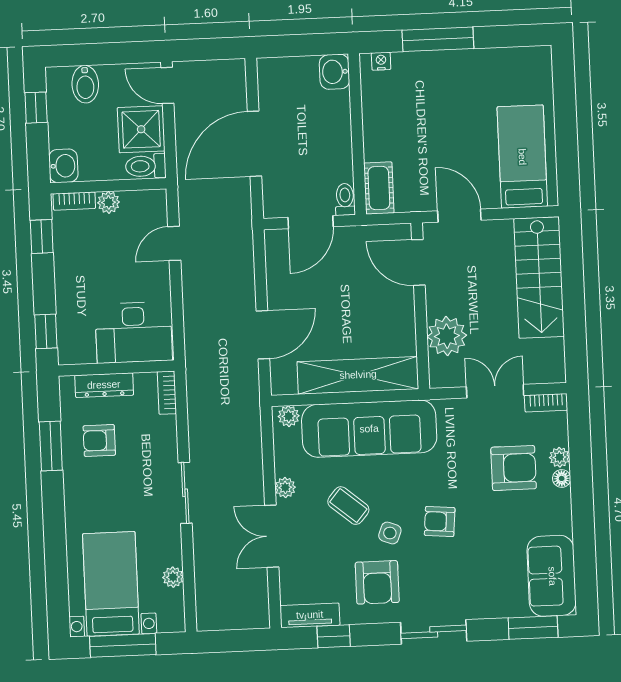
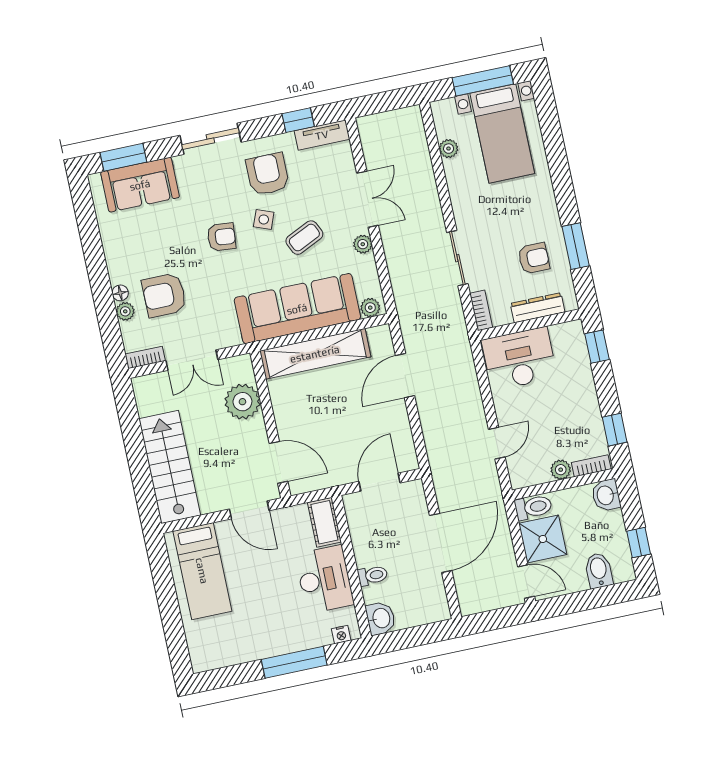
desk: (389, 125) -> (324, 579), added
toilet: (345, 199) -> (373, 575), moved, turned -90
sliding door: (185, 493) -> (457, 258), moved
coffee table: (348, 506) -> (304, 238), turned -65
sofa: (552, 576) -> (140, 185), moved, turned 90

